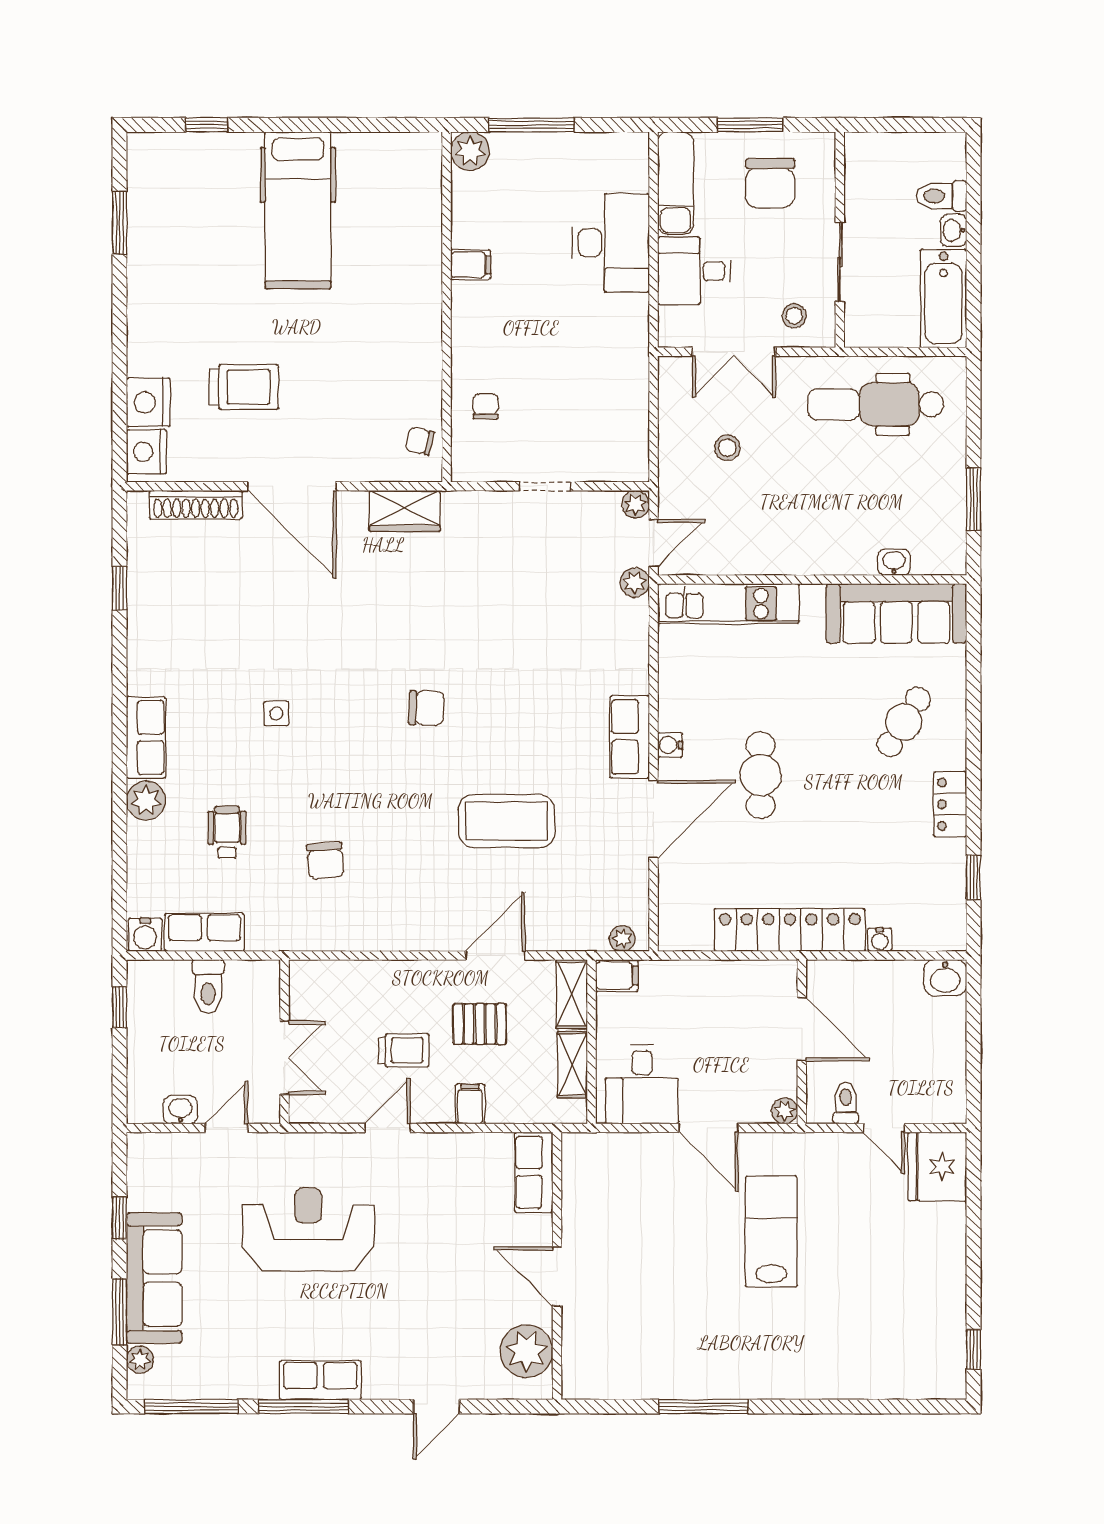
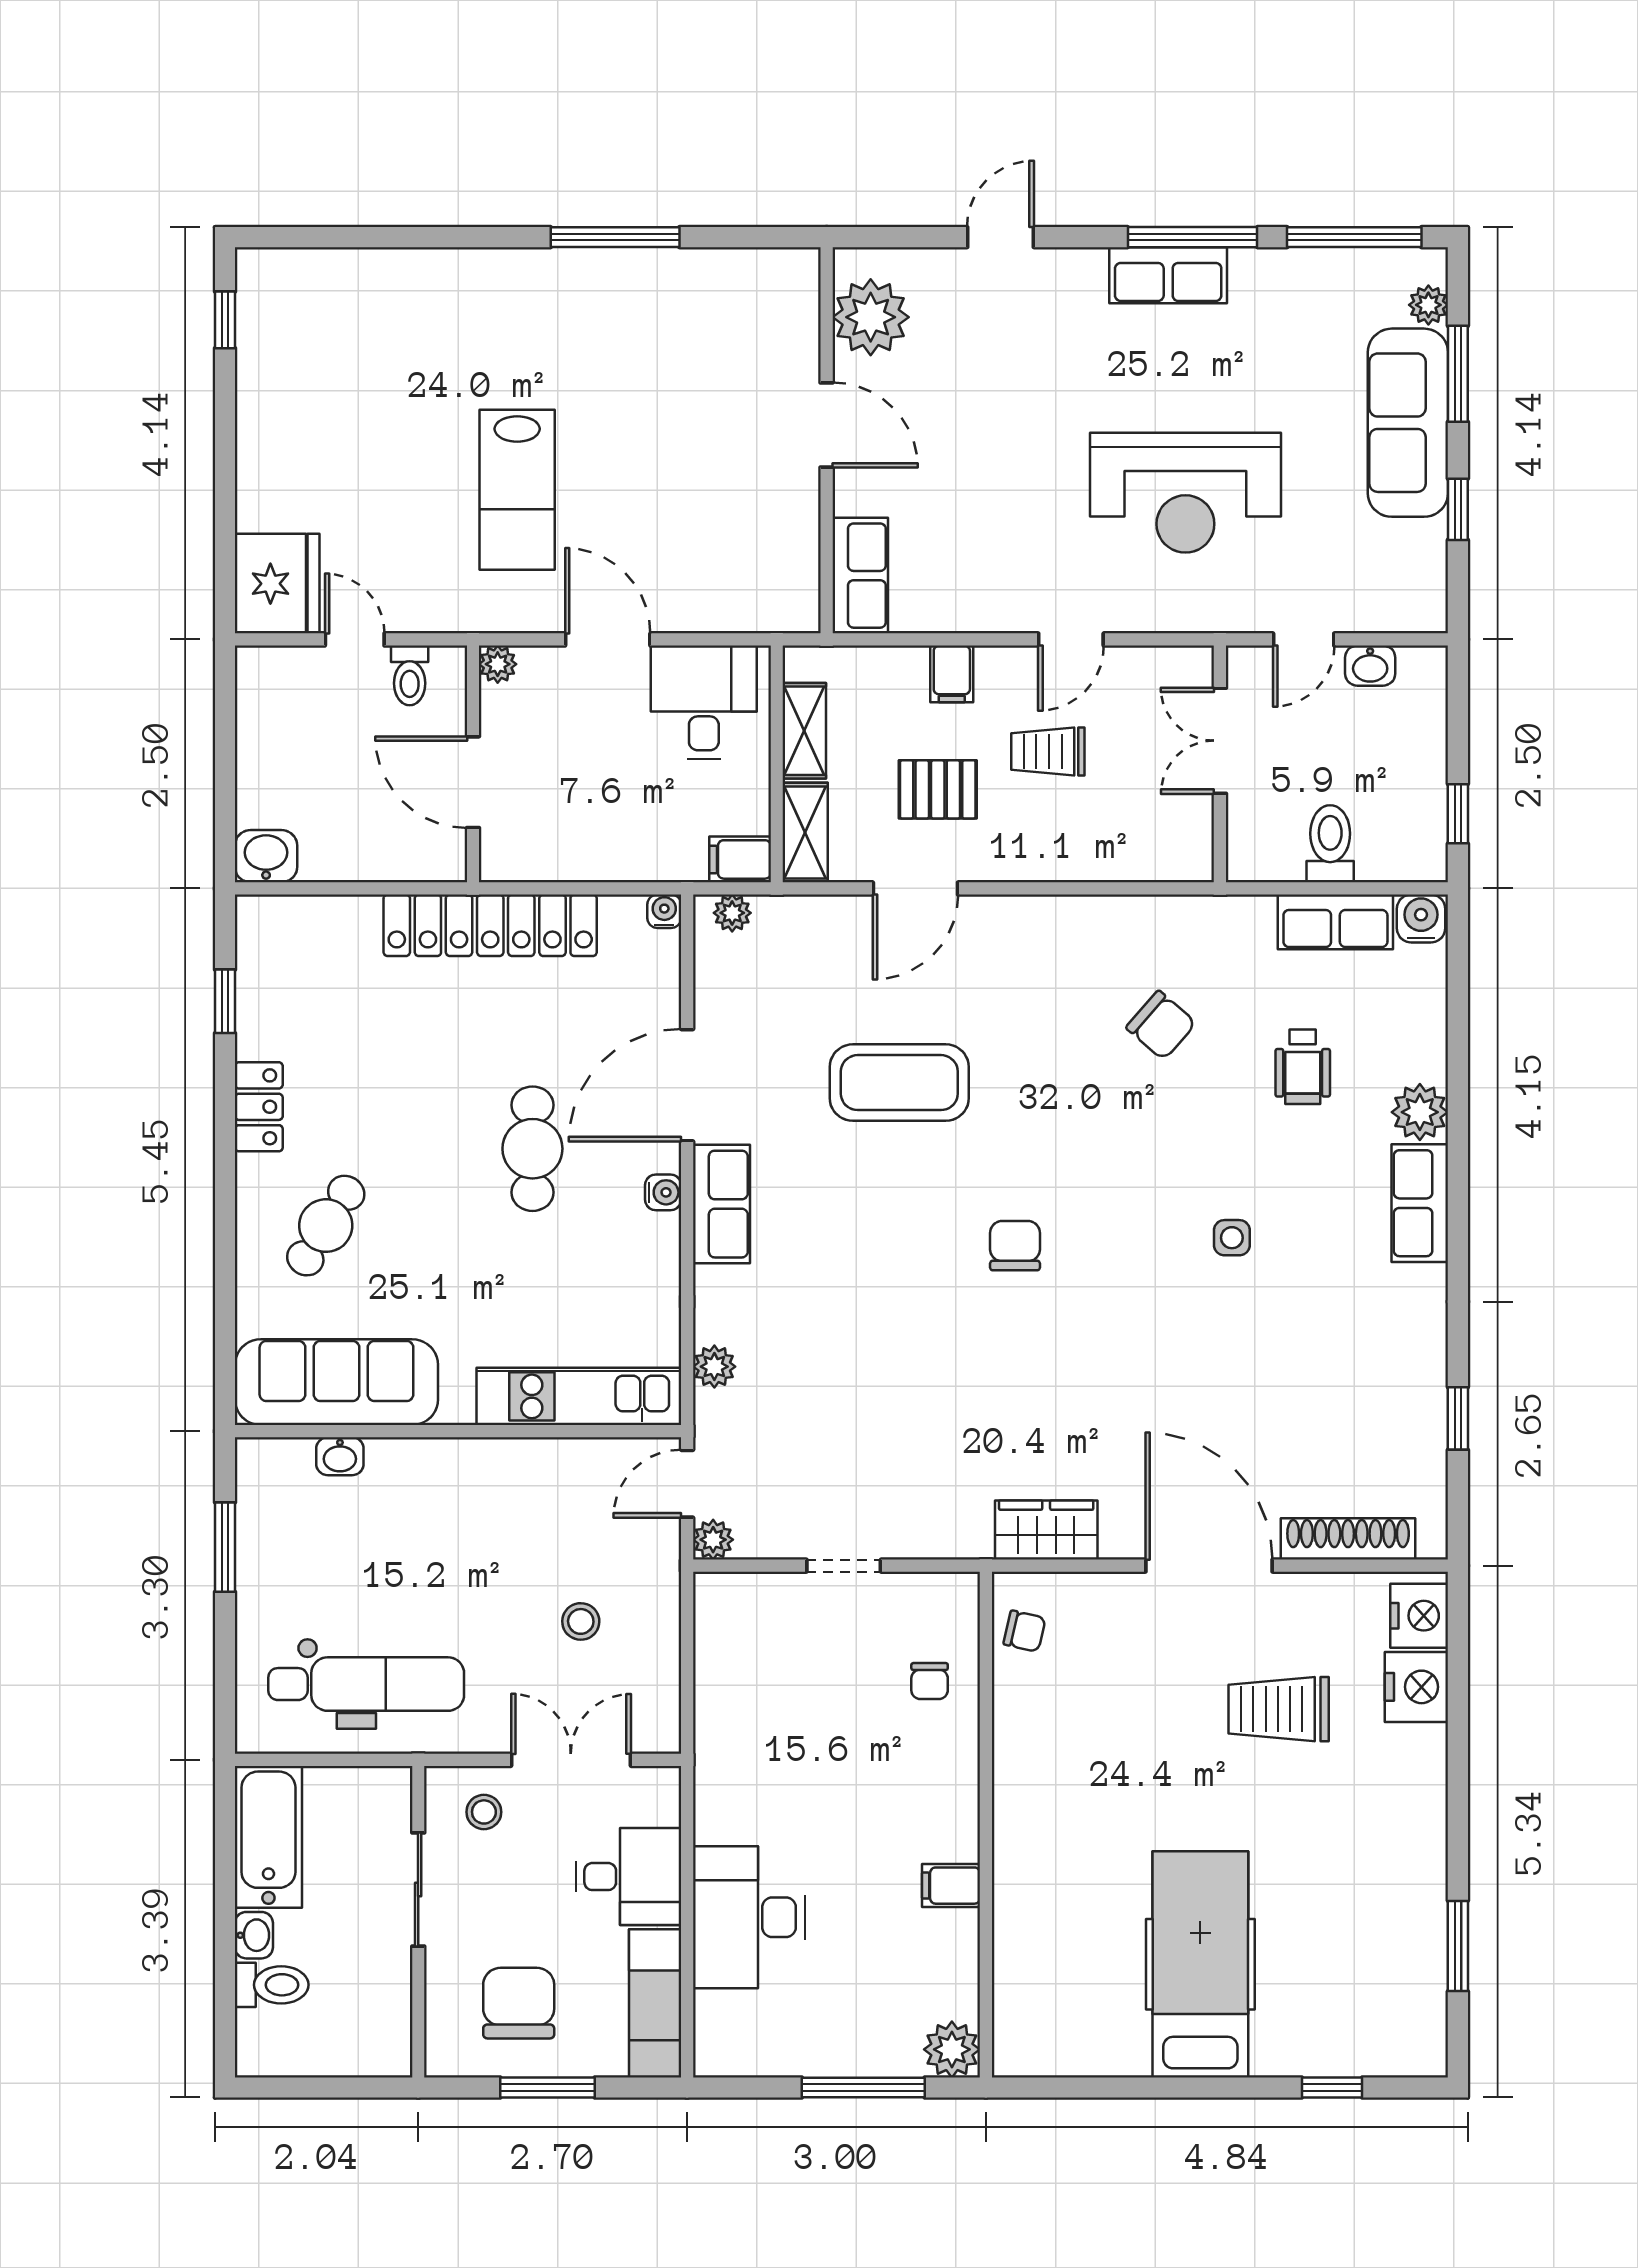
plant: (635, 583) -> (714, 1367), moved
chair: (426, 708) -> (1015, 1246), turned 88
chair: (325, 861) -> (1161, 1025), turned 135
water cooler: (880, 940) -> (664, 911), moved

